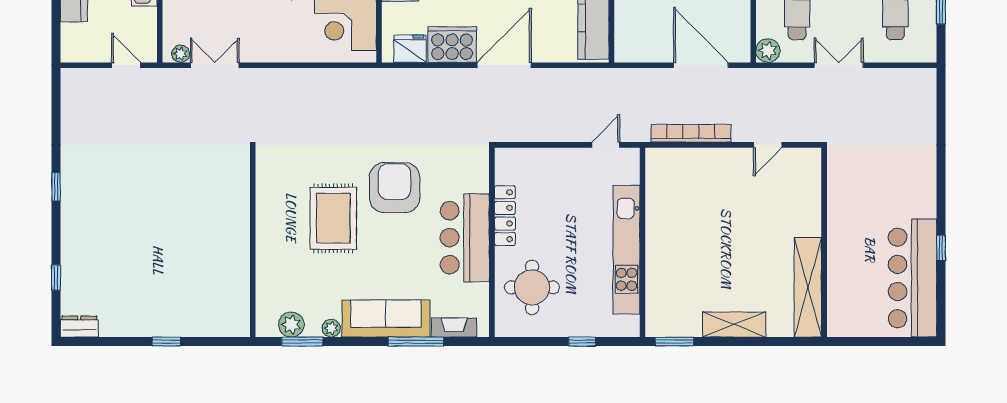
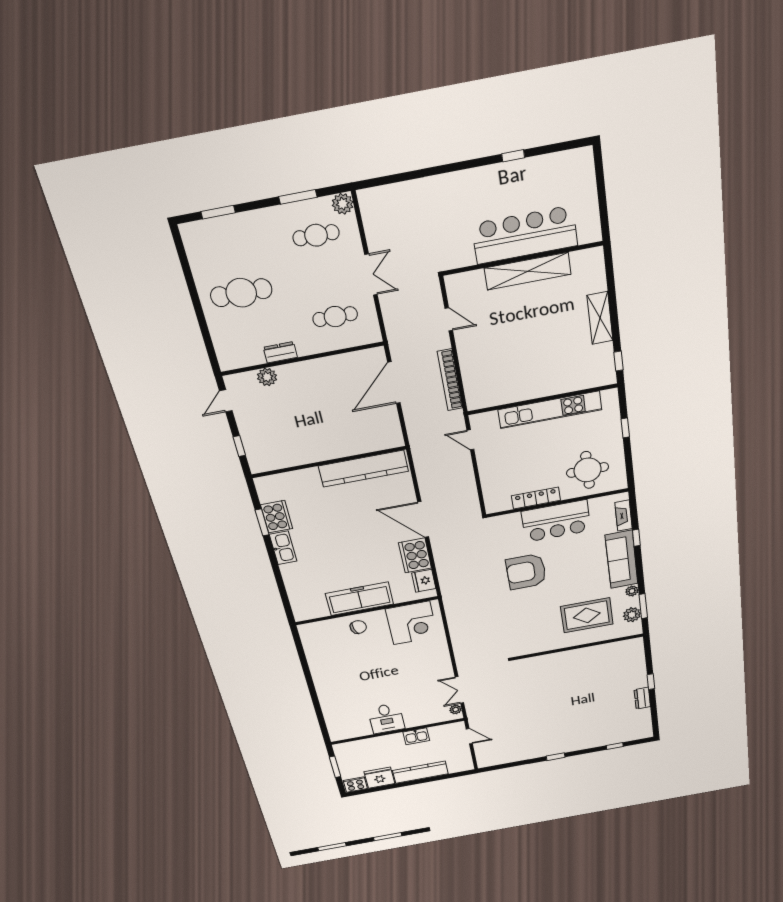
plant: (768, 51) -> (343, 204), moved
door: (126, 65) -> (469, 736), swing flipped
double door: (839, 65) -> (371, 275), swing flipped
rug: (333, 218) -> (587, 615), moved
bar counter: (913, 278) -> (525, 235), moved, turned 180
shelving: (808, 287) -> (528, 271), moved
dresser: (79, 327) -> (642, 698), moved
window: (416, 342) -> (636, 538), width x0.46
window: (674, 342) -> (619, 361), width x0.67

